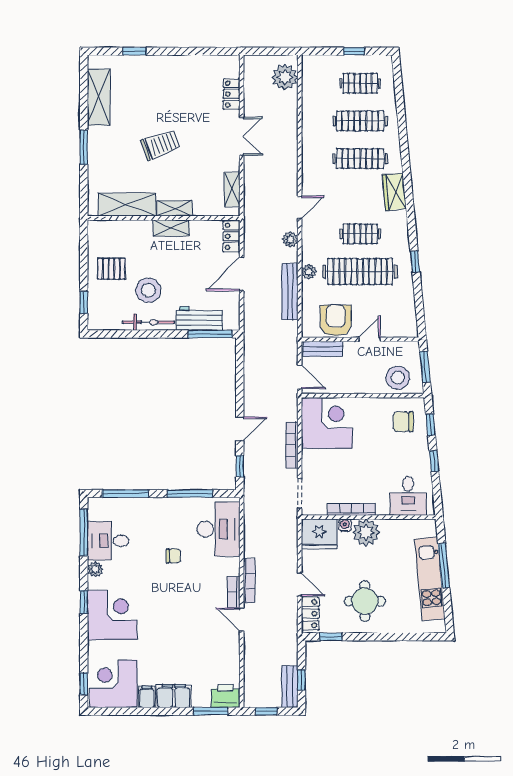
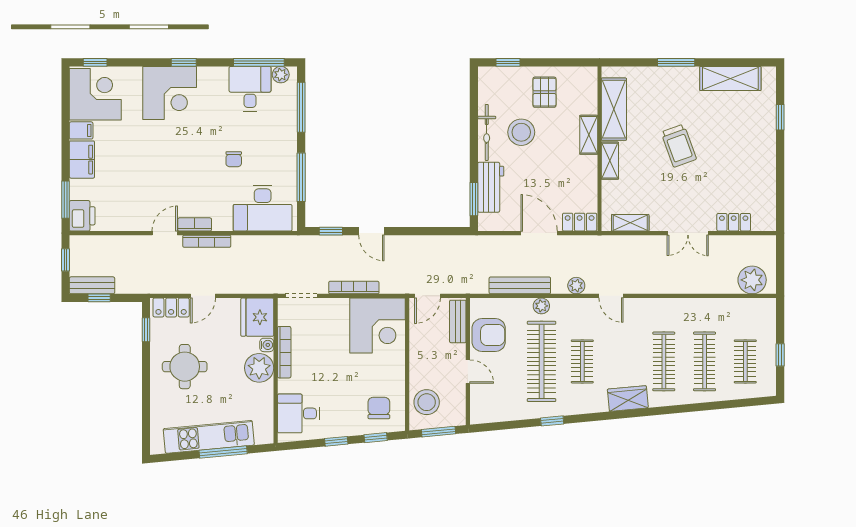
shelving: (171, 228) -> (589, 135), moved
window: (210, 334) -> (474, 199), width x0.69
plant: (95, 569) -> (281, 75), moved

